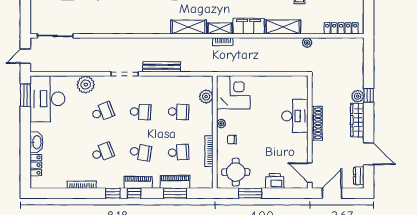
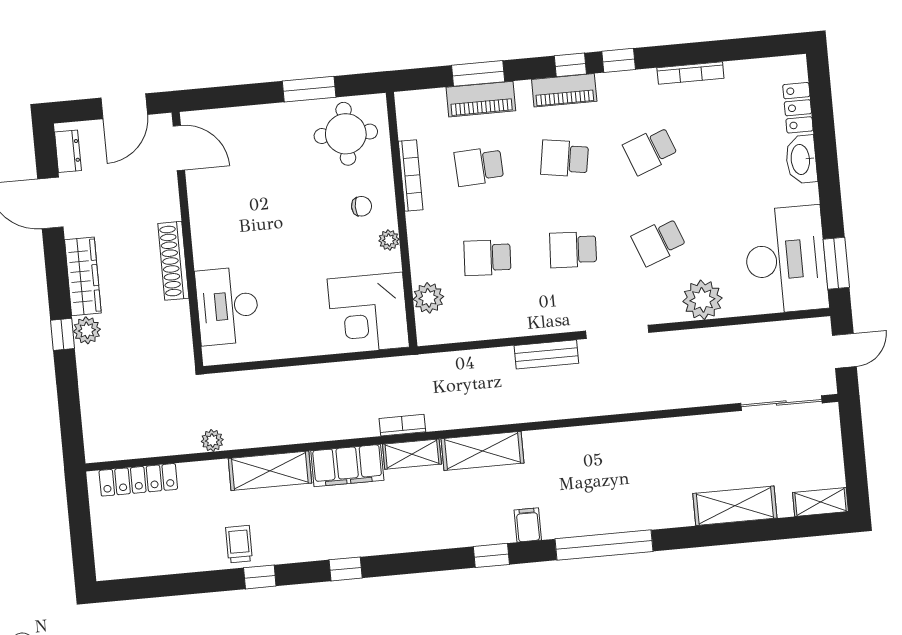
bench: (162, 67) -> (546, 354), width x0.73
desk: (295, 116) -> (227, 306), moved
printer: (275, 181) -> (256, 122), removed

